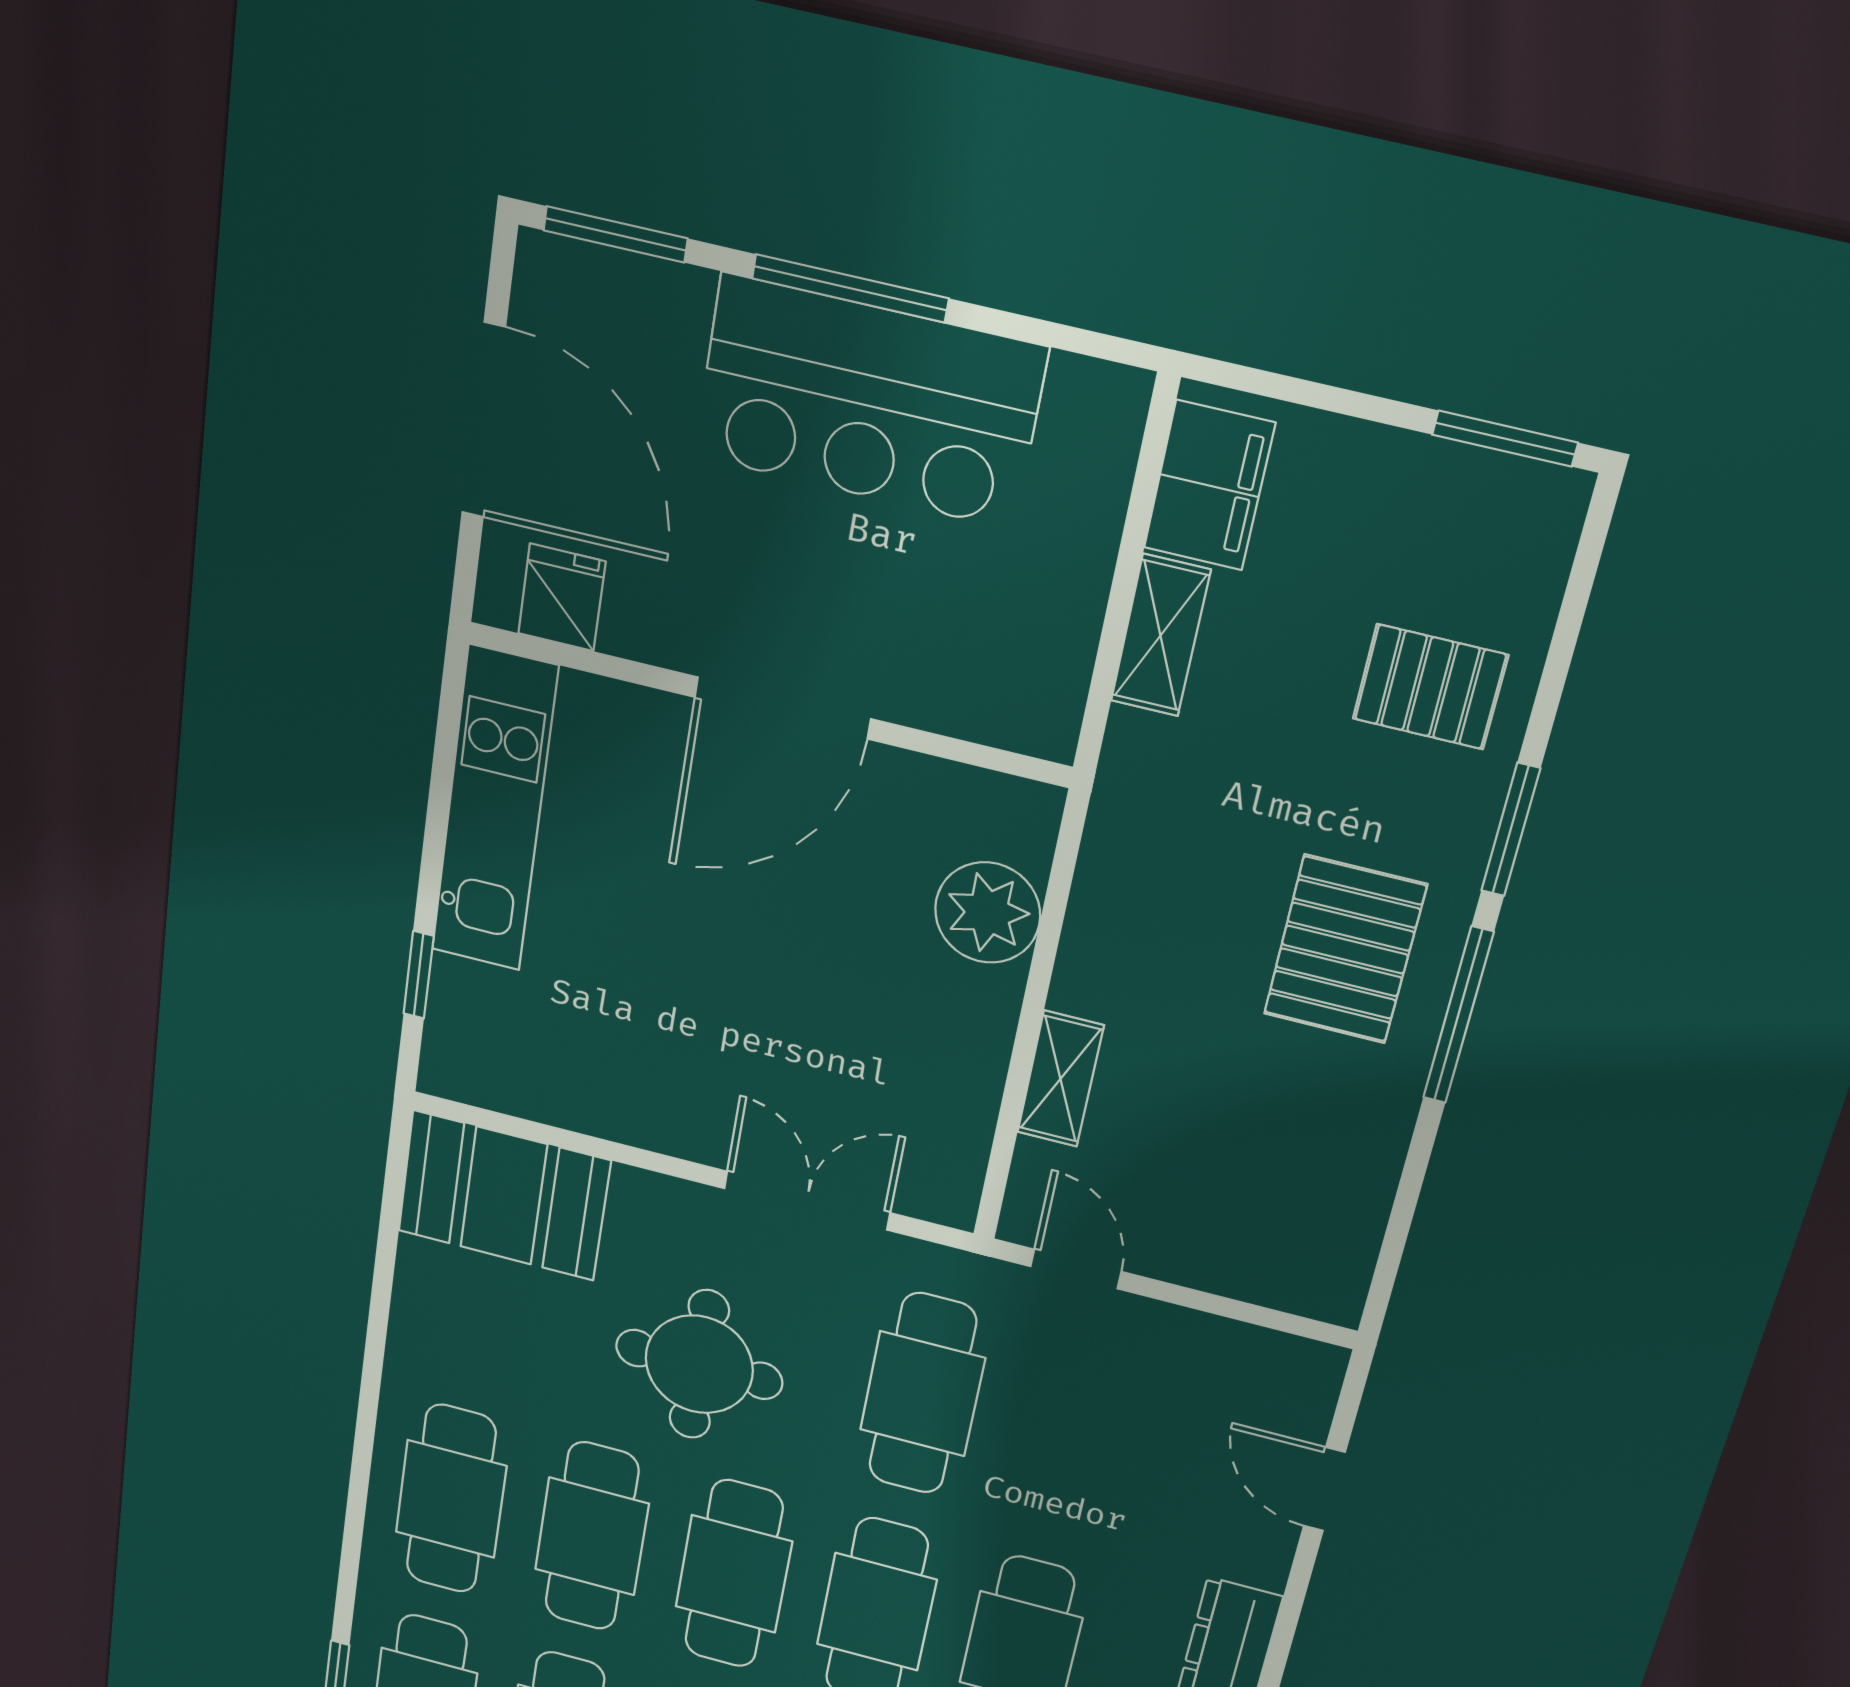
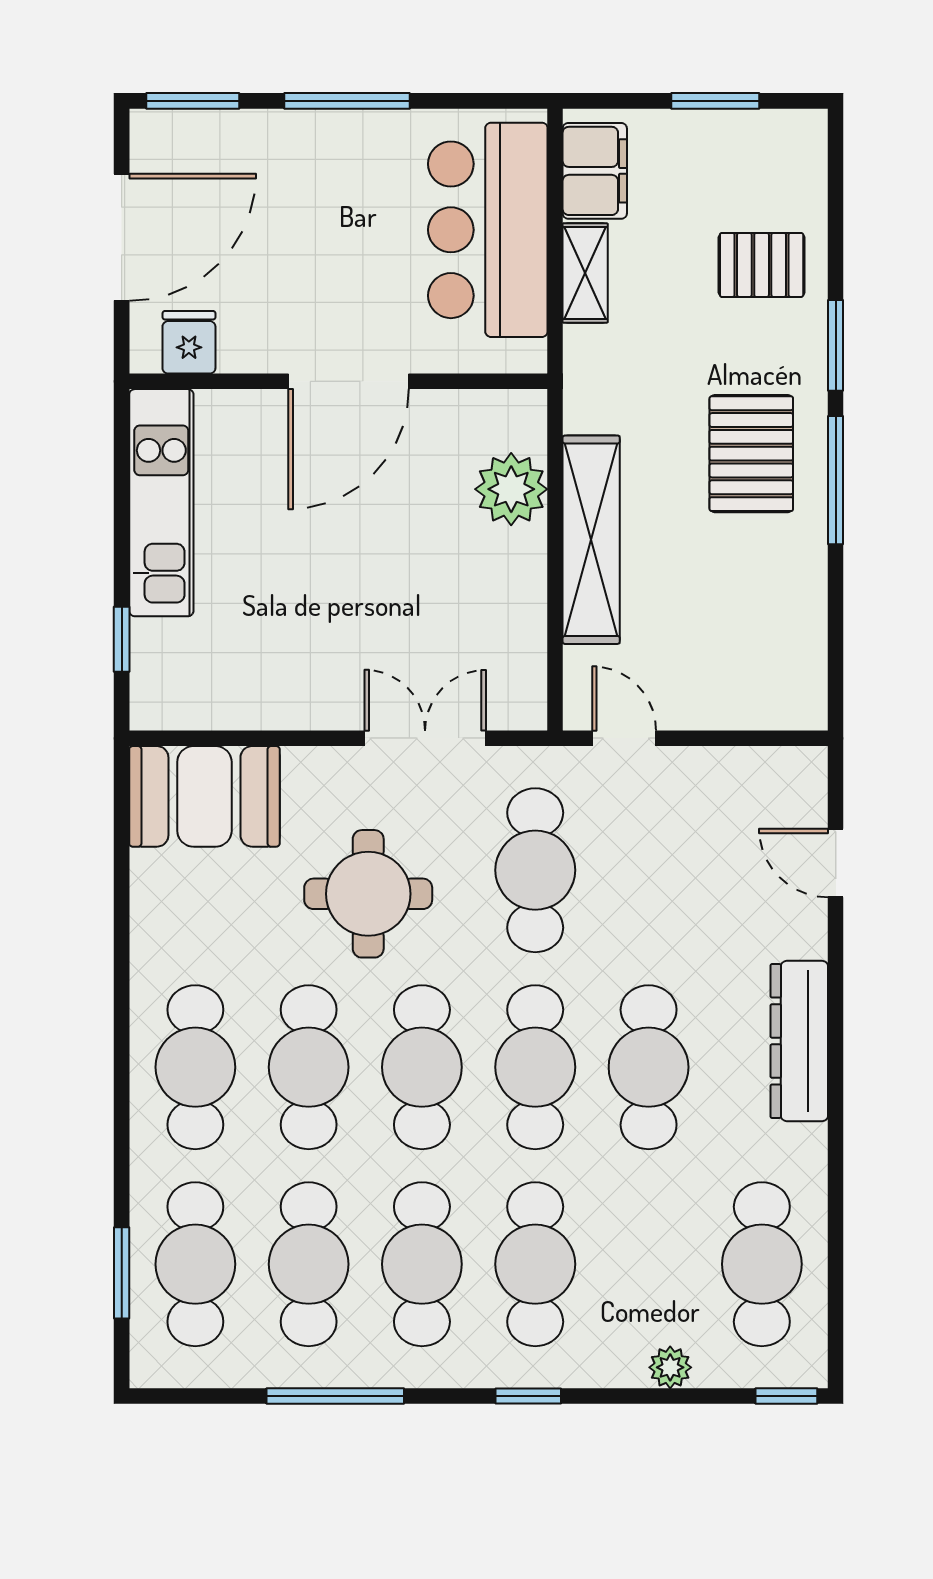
bar counter: (869, 402) -> (488, 230), moved, turned 90
door: (484, 421) -> (122, 237), hinge flipped
window: (1505, 439) -> (715, 101), moved
shelving: (1060, 1079) -> (591, 540), width x2.20, depth x1.33

